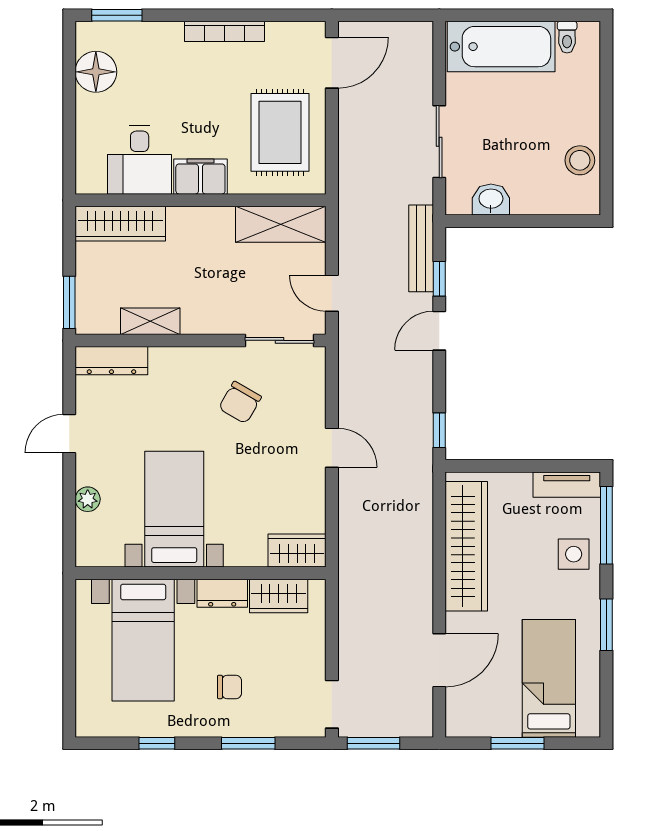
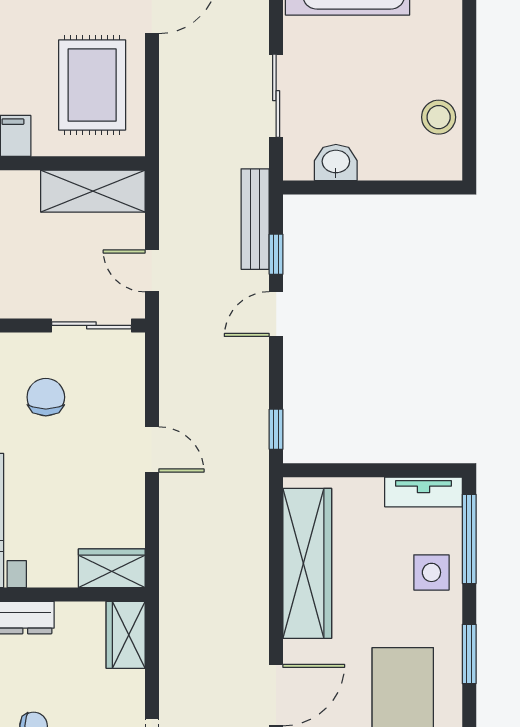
chair: (240, 402) -> (46, 397), turned 150
wardrobe: (279, 596) -> (126, 635), moved, turned 90

